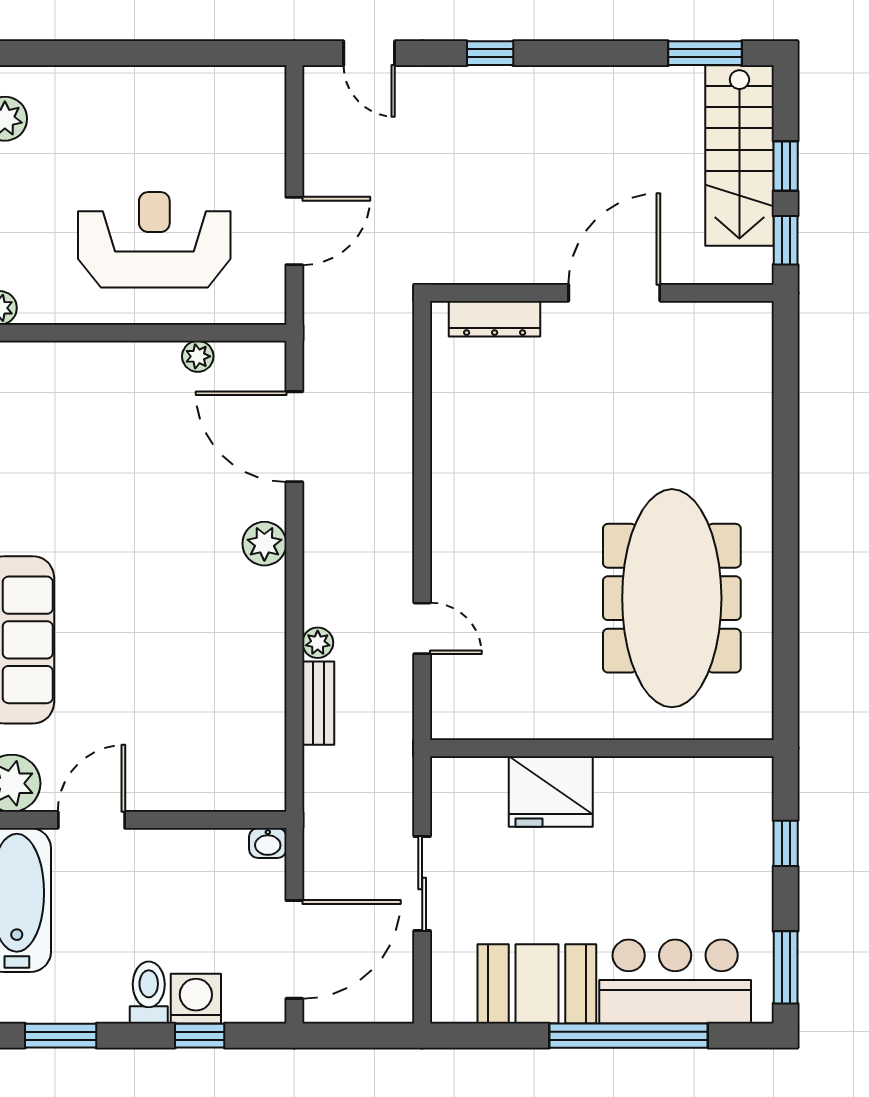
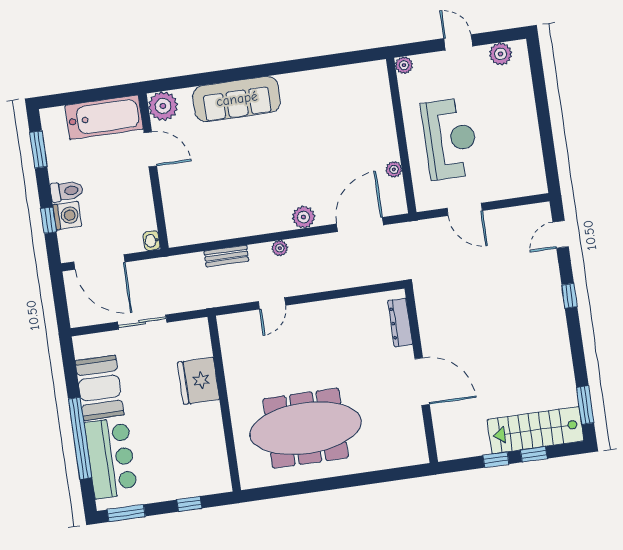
wall: (602, 293) -> (421, 375), moved
door: (614, 293) -> (422, 382), moved
dresser: (495, 319) -> (400, 323), moved
plant: (318, 643) -> (280, 248), moved

